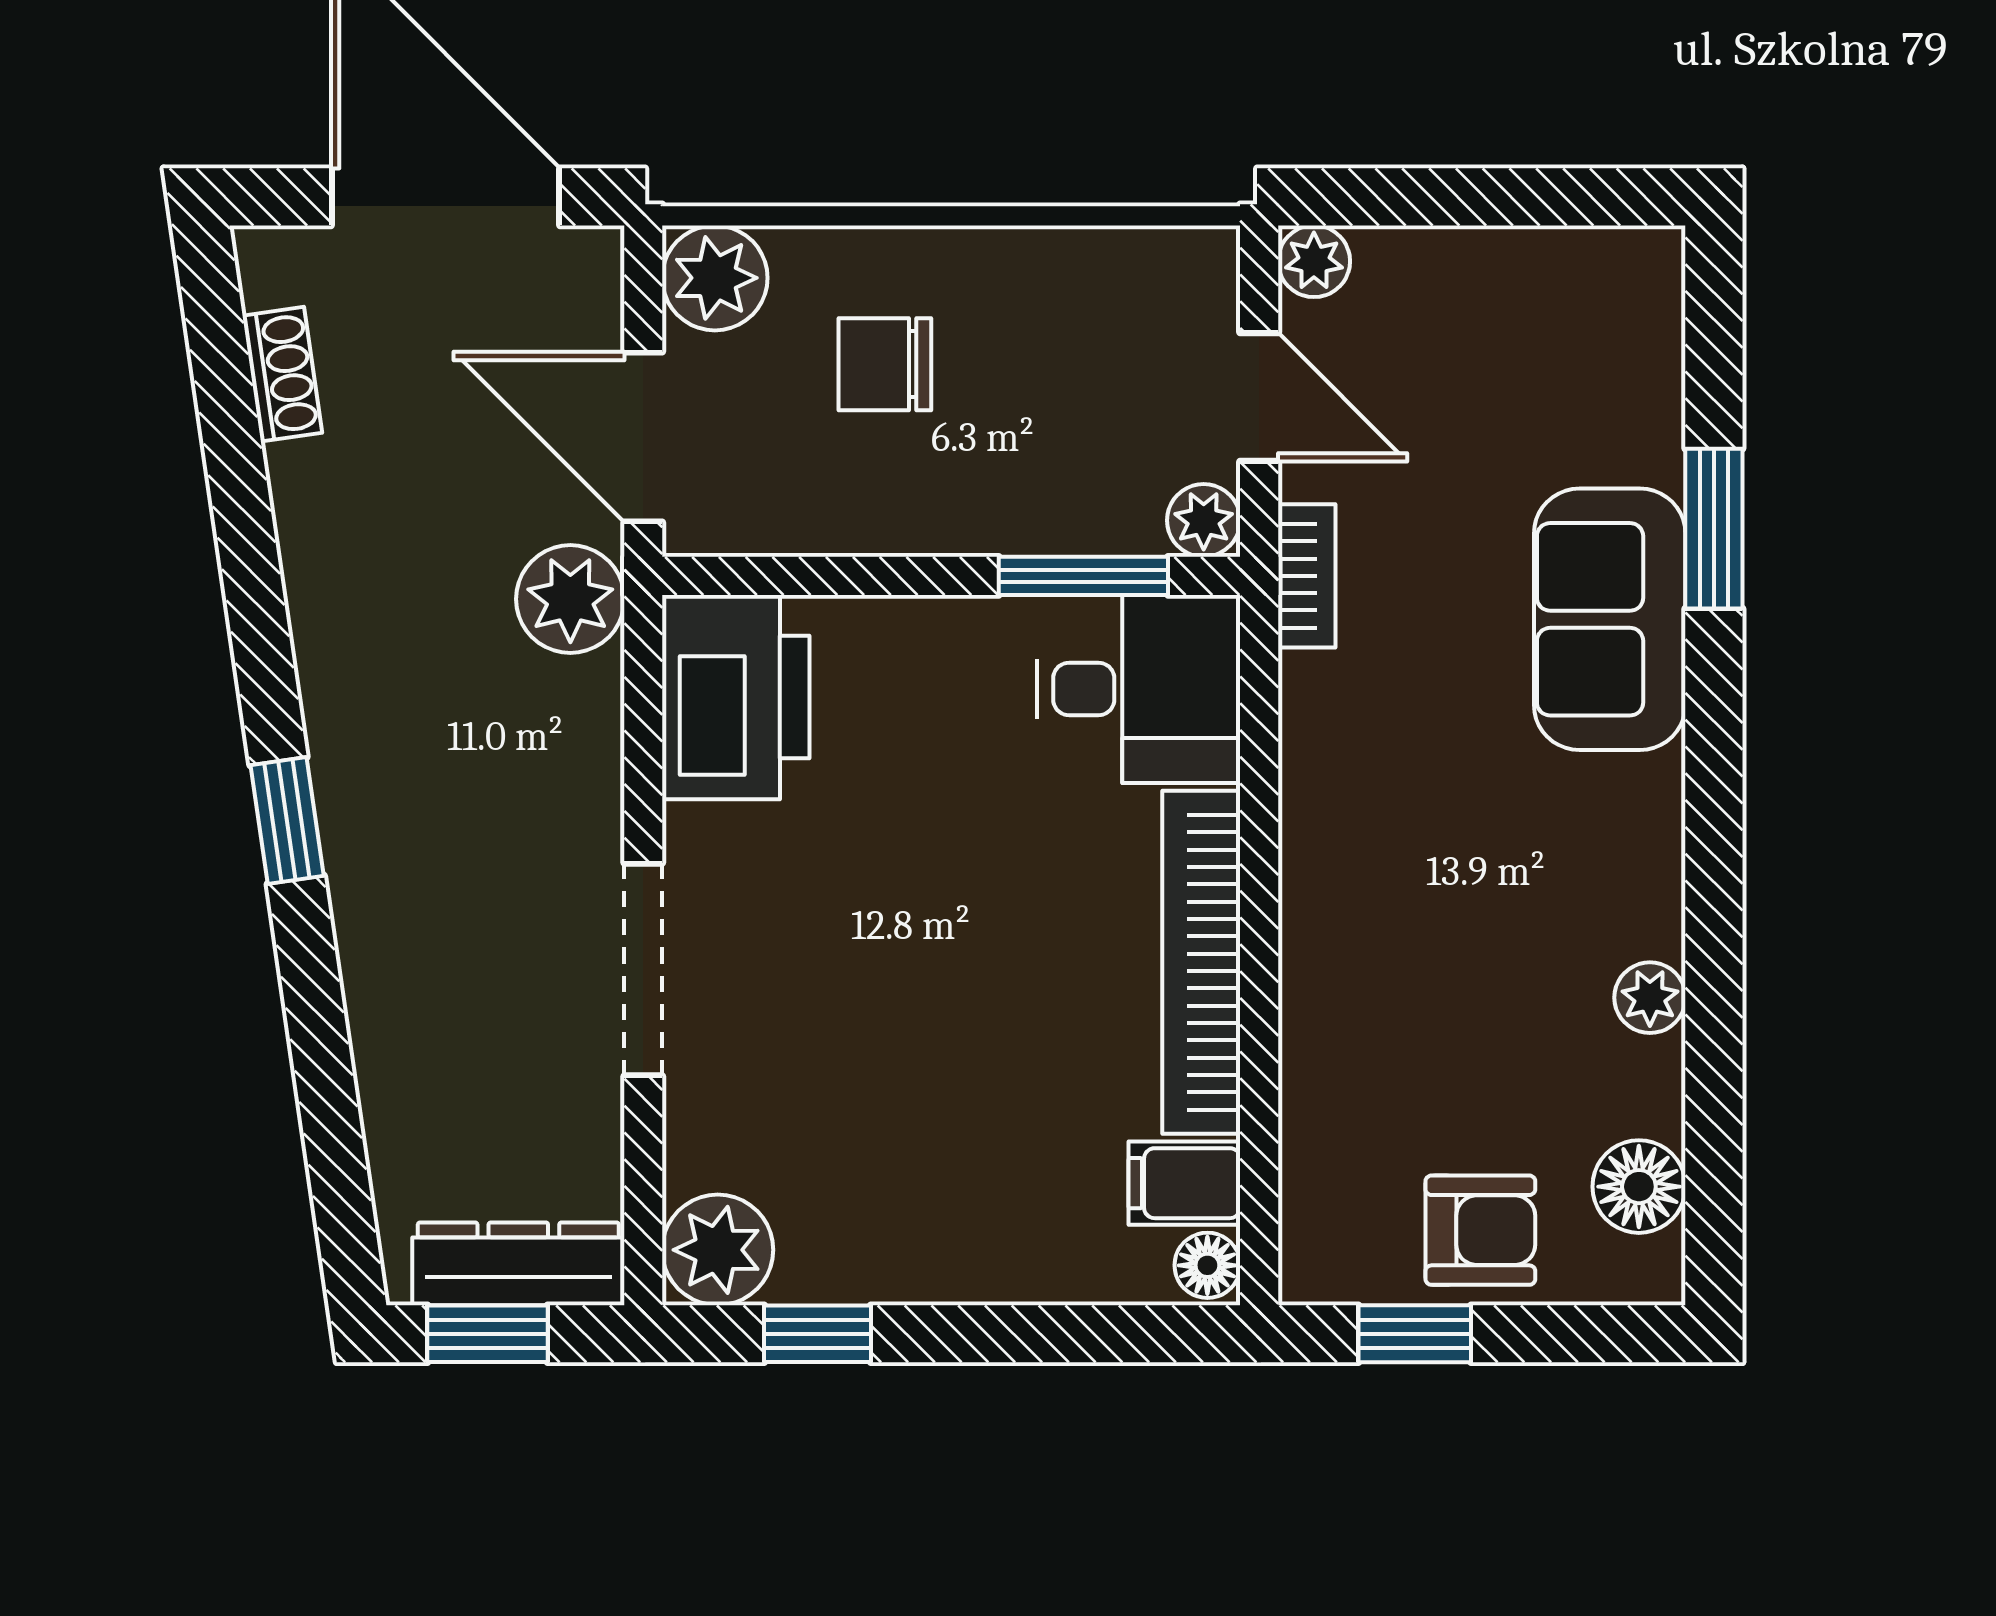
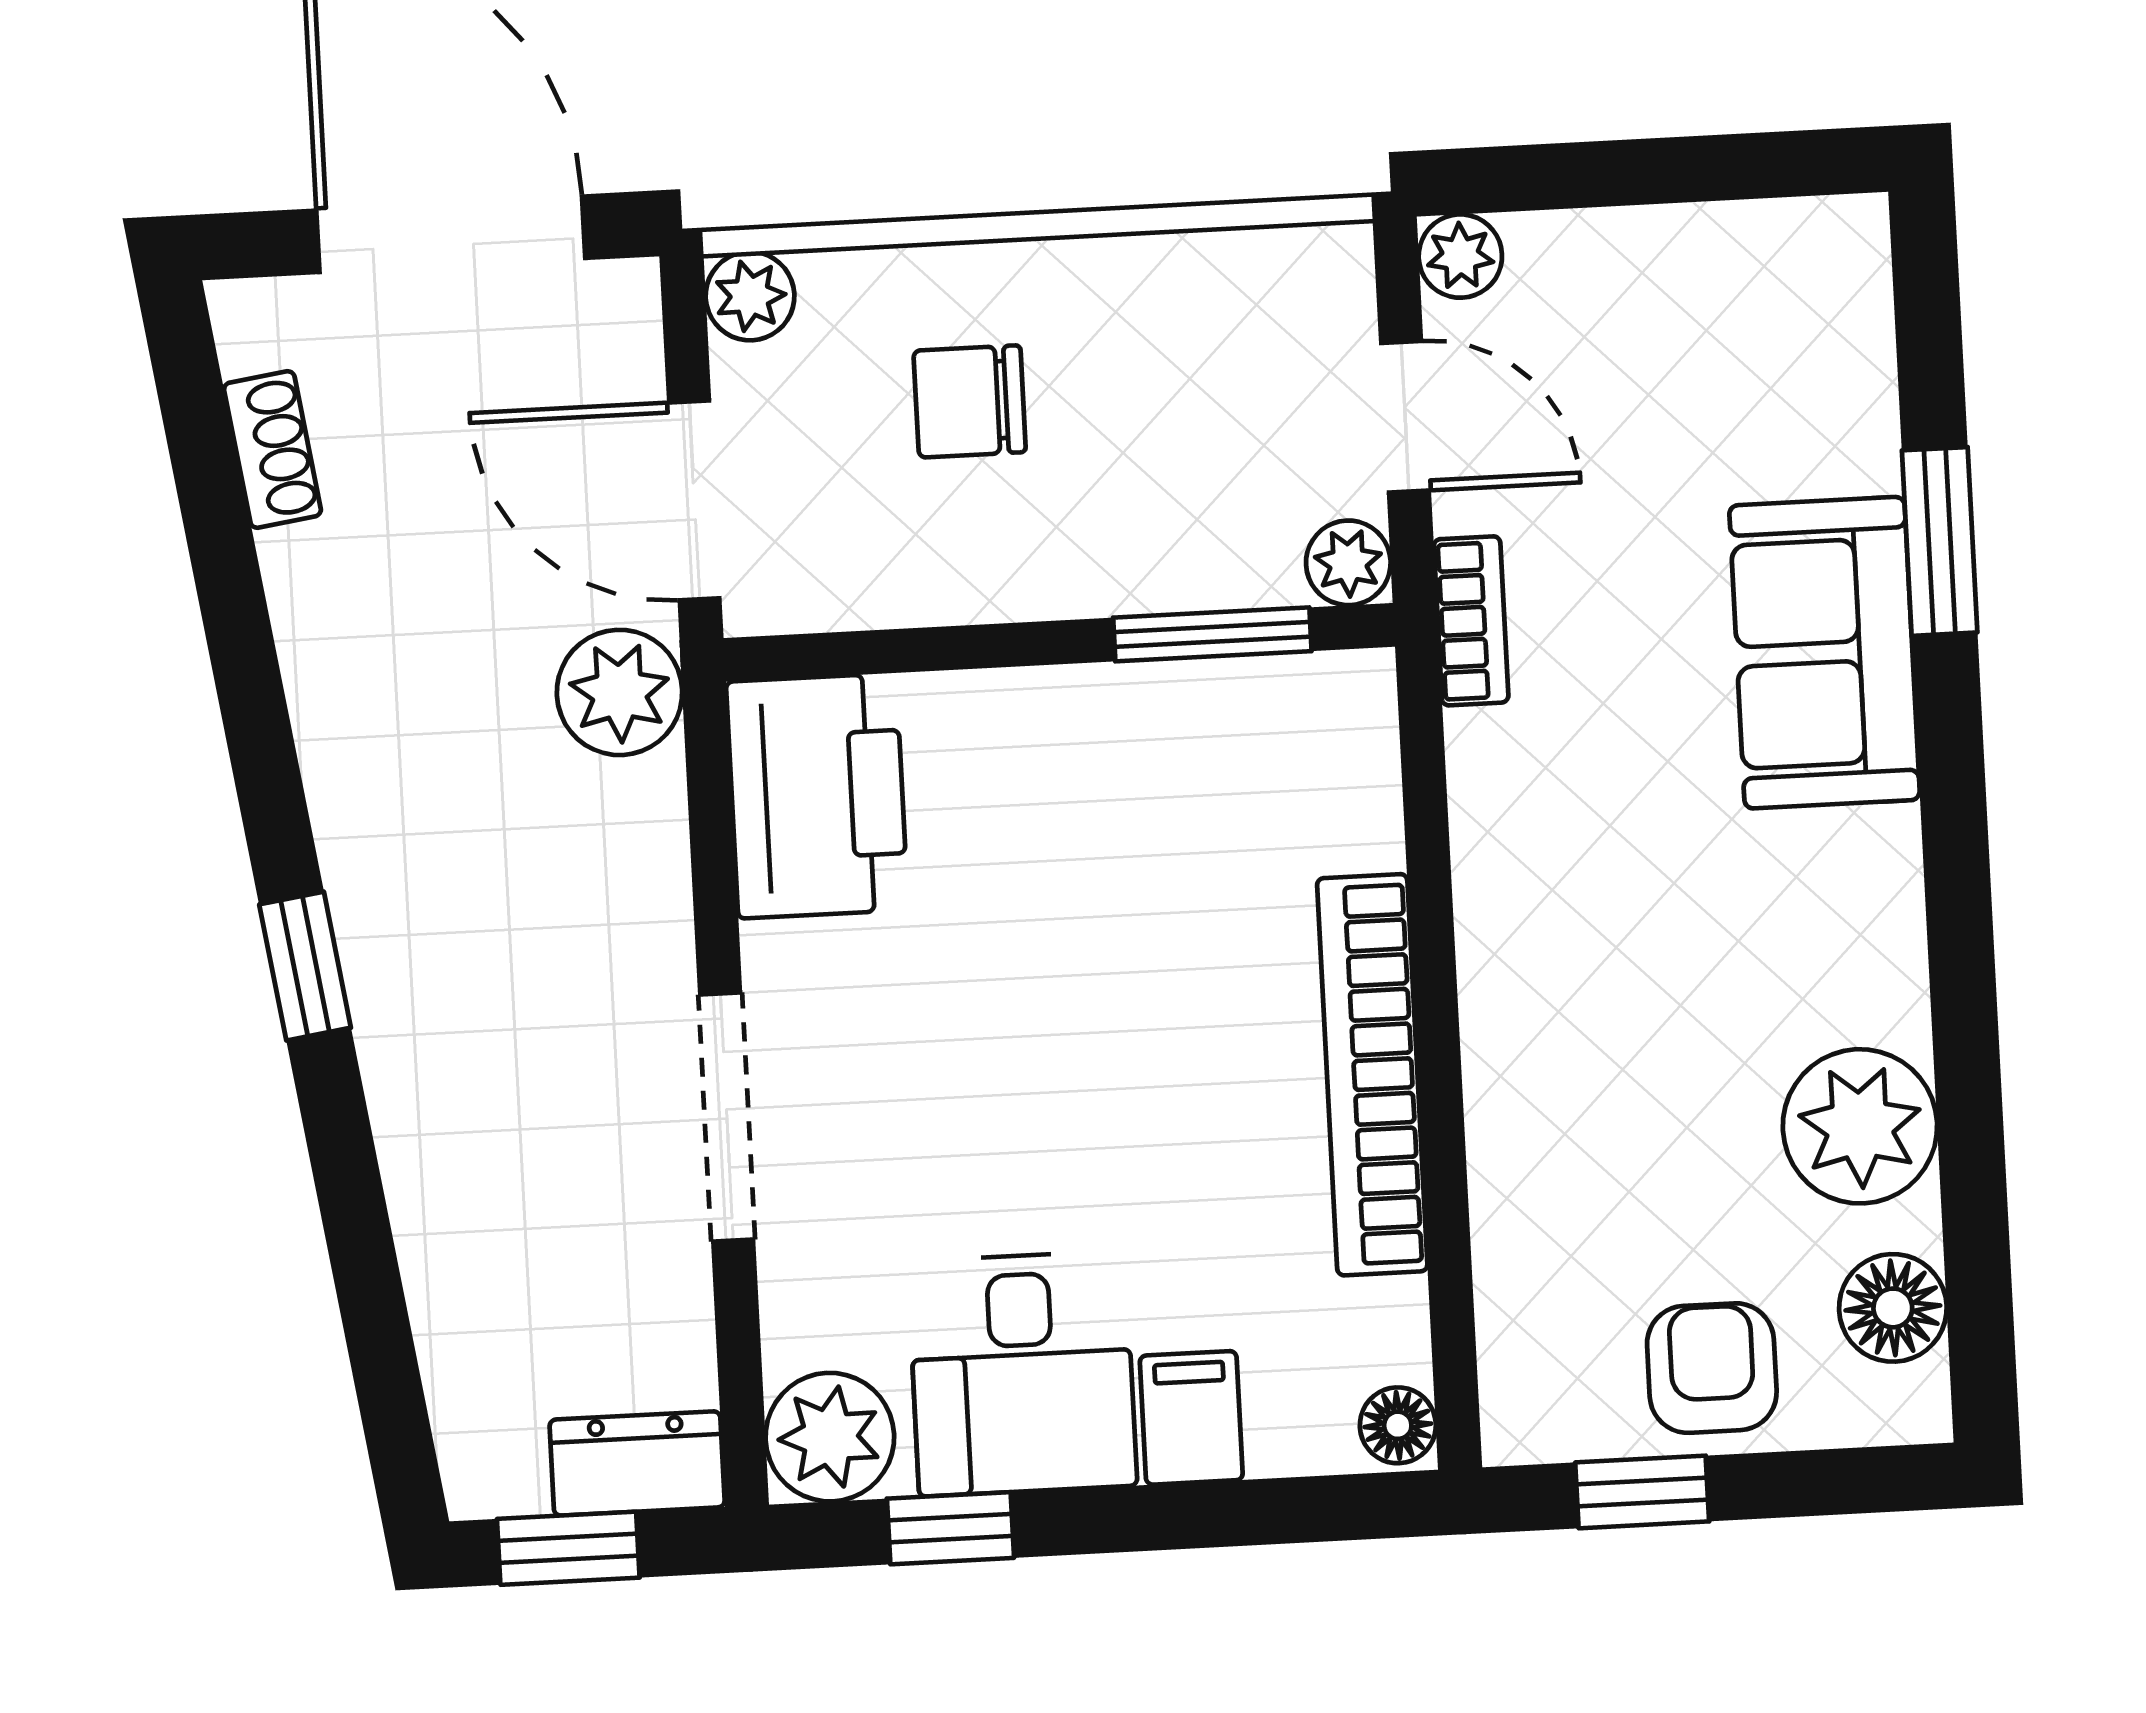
plant: (715, 278) -> (750, 296), width x0.73, depth x0.73
desk: (1139, 689) -> (1022, 1374), moved, turned 90
plant: (1650, 998) -> (1860, 1126), width x1.88, depth x1.88
filing cabinet: (1184, 1183) -> (1191, 1418), moved, turned 90
armchair: (1480, 1230) -> (1712, 1368), turned -90
dresser: (518, 1264) -> (637, 1463), width x0.70

